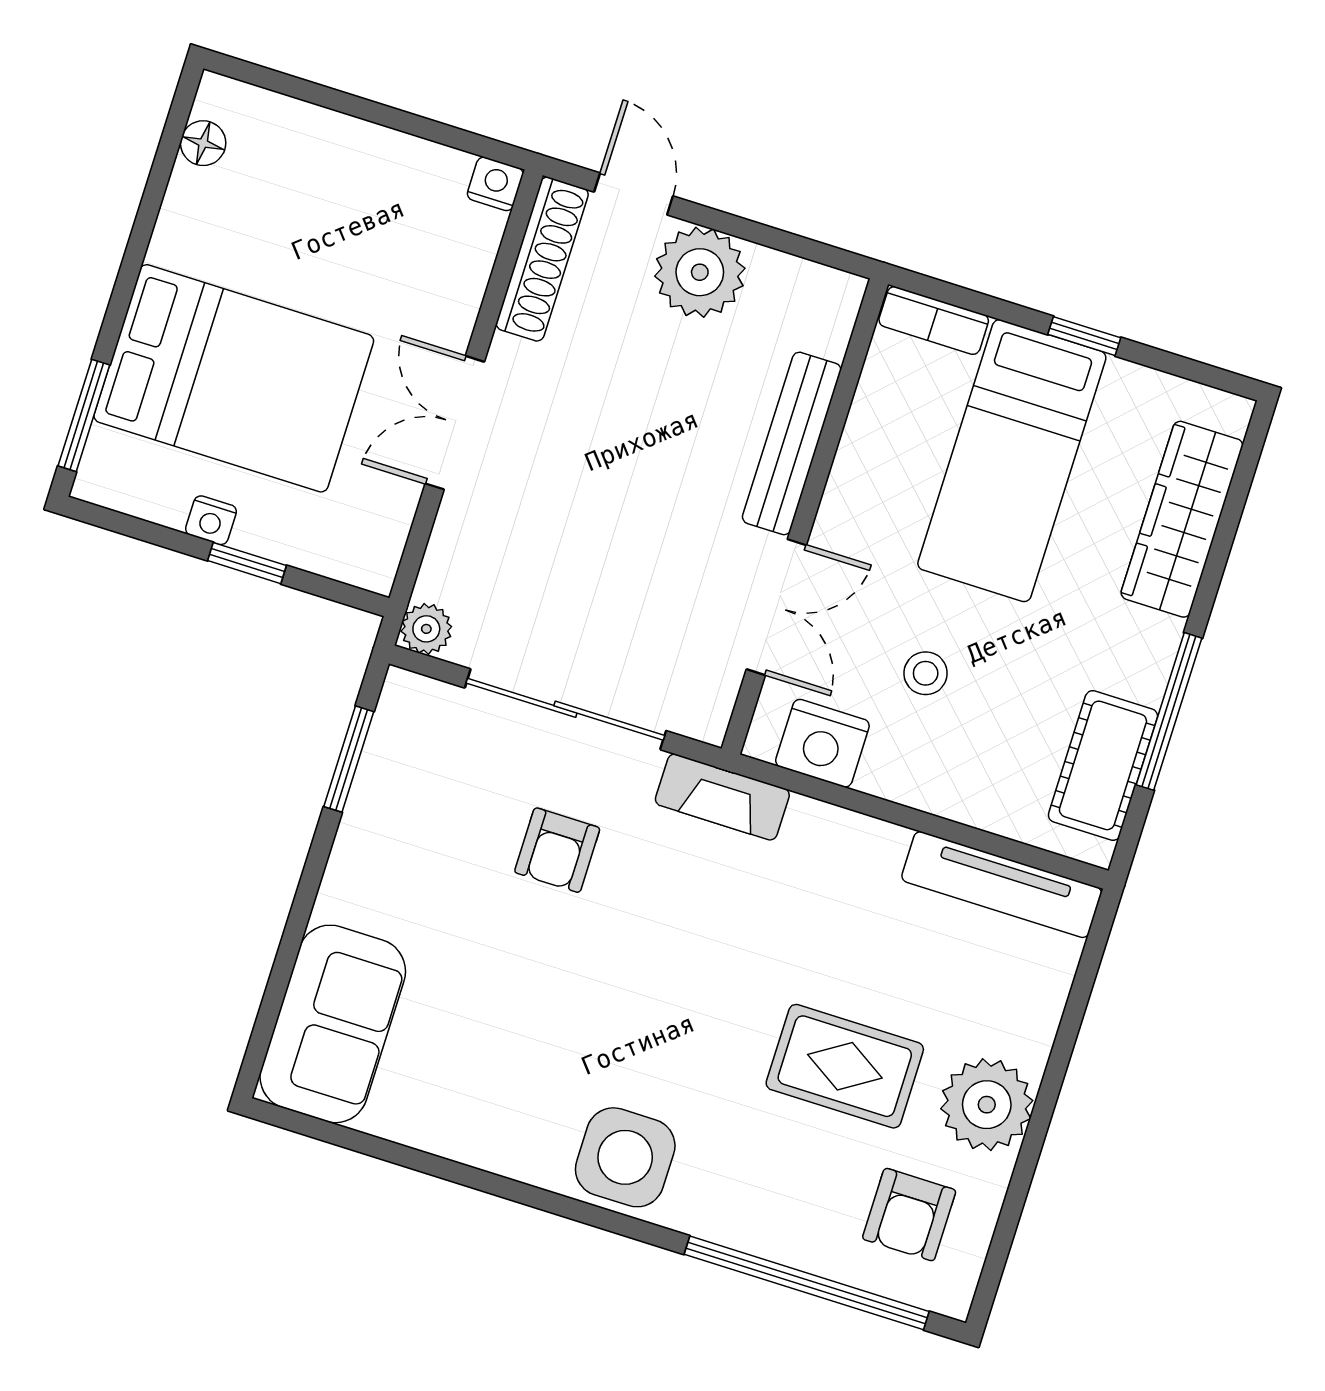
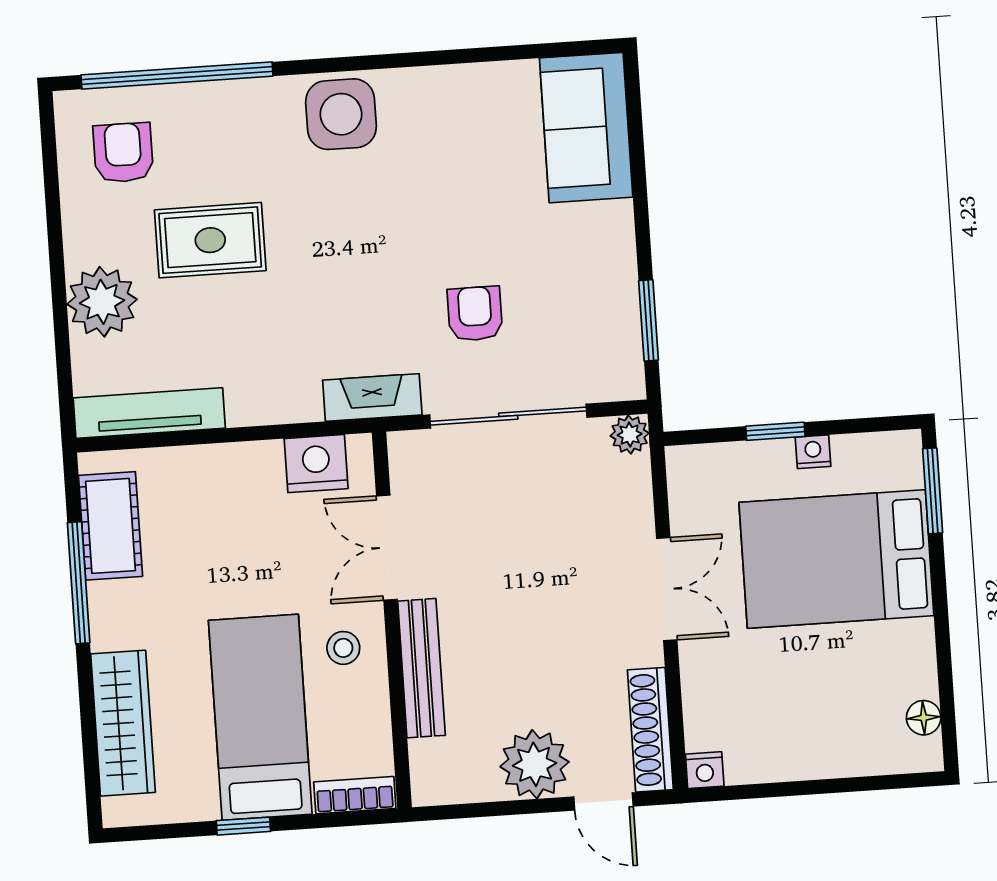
stool: (926, 673) -> (343, 648), moved
plant: (987, 1105) -> (102, 302), moved

